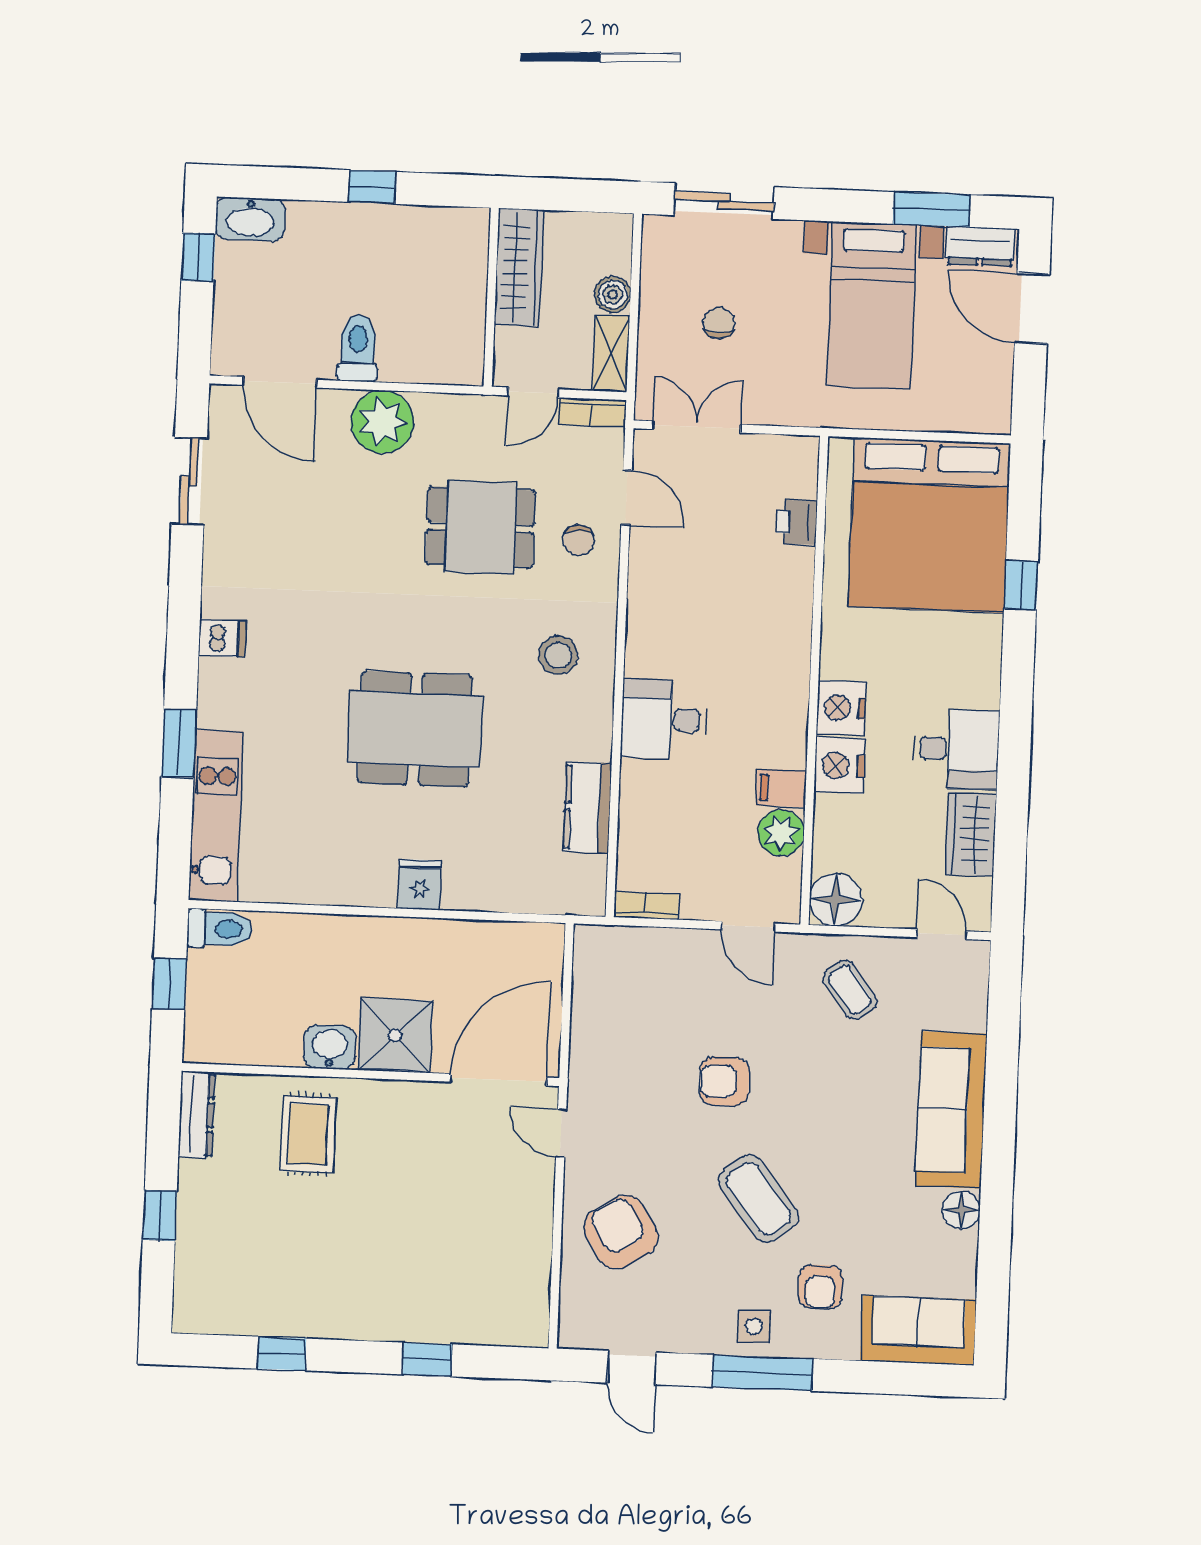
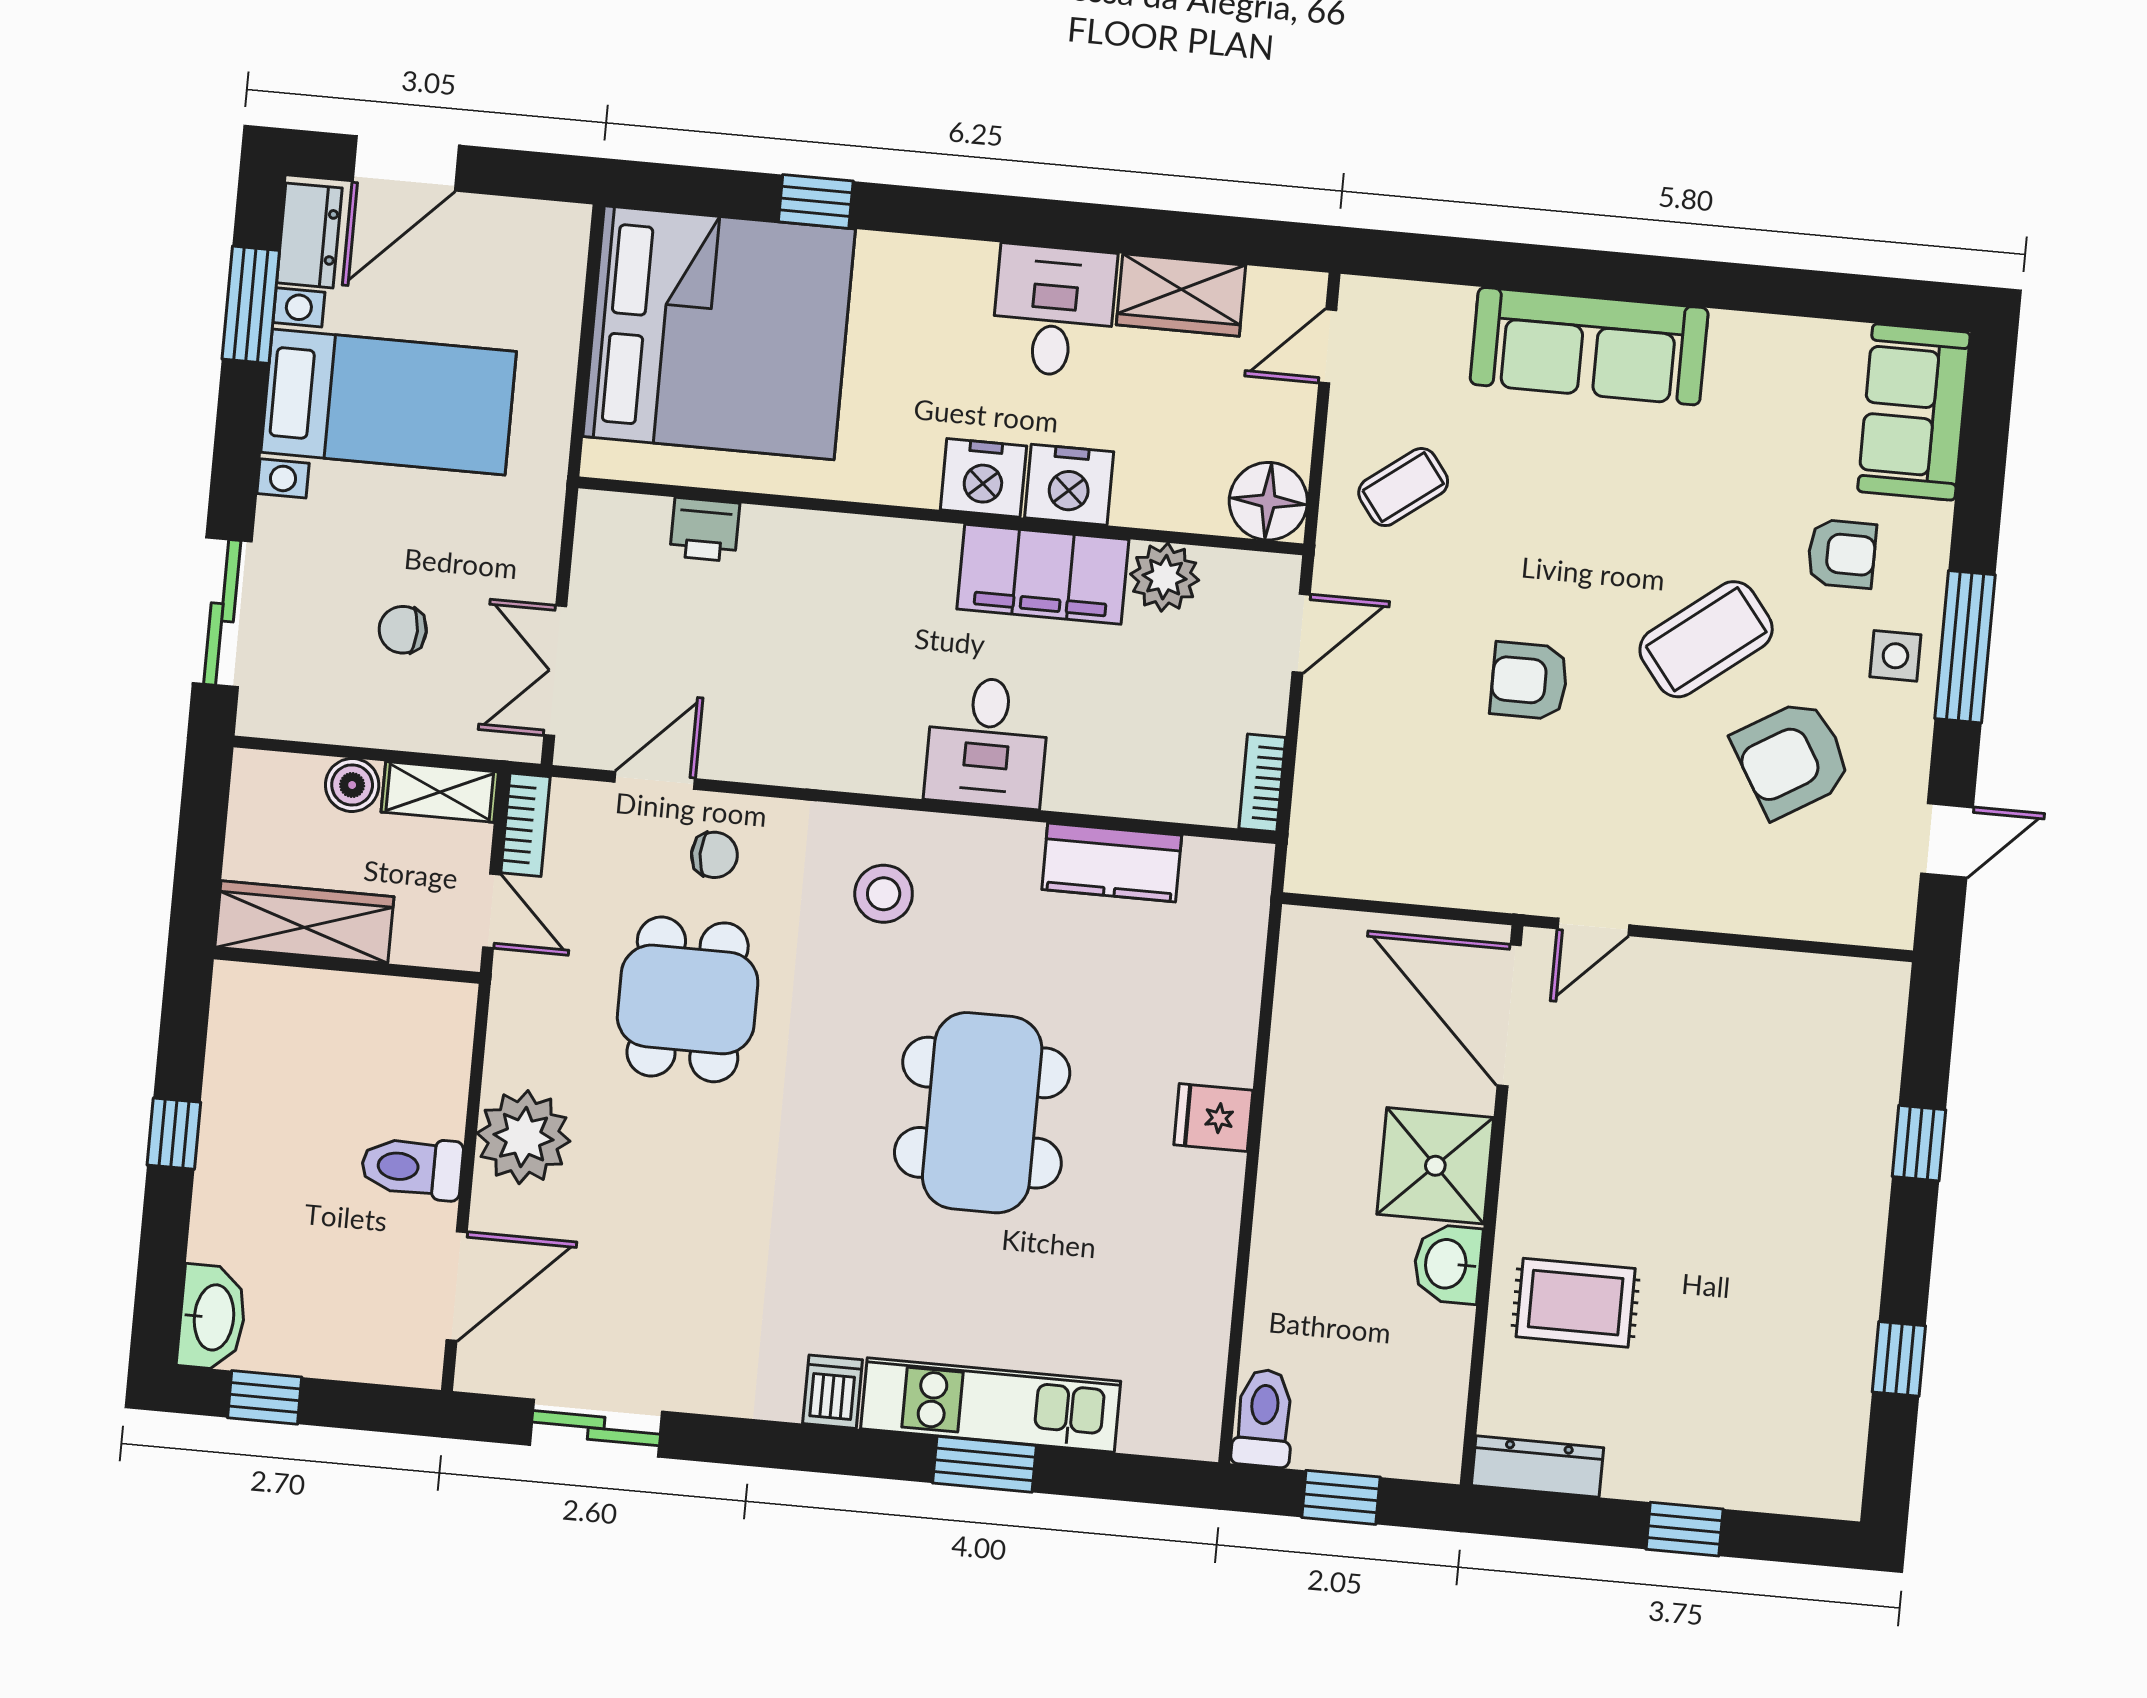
filing cabinet: (781, 788) -> (1043, 574), width x3.00, depth x1.17
kitchen unit: (216, 816) -> (991, 1405), moved
armchair: (724, 1081) -> (1529, 681), turned 90
floor lamp: (961, 1210) -> (1738, 339), removed
armchair: (621, 1232) -> (1792, 758), moved

